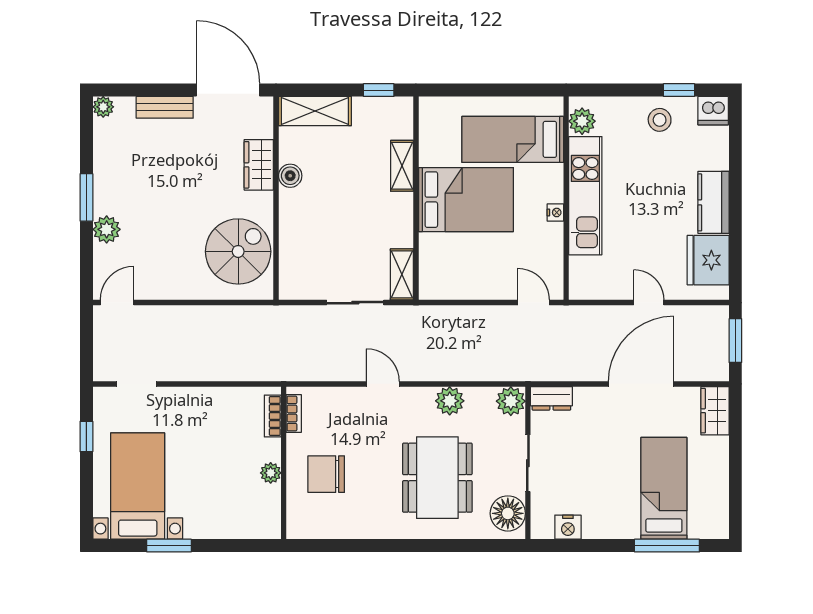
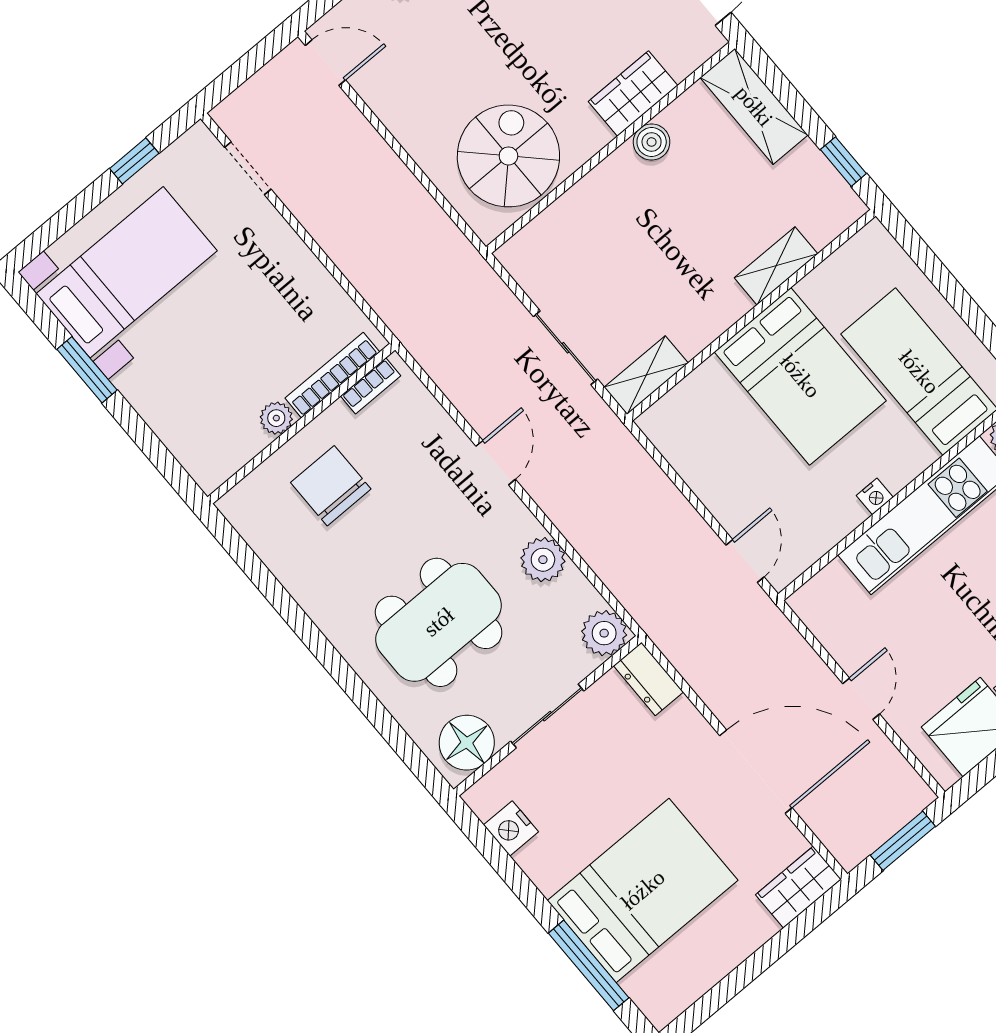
spiral stairs: (238, 251) -> (508, 156), turned -90
bookcase: (273, 416) -> (332, 375), width x1.56
bed: (664, 488) -> (643, 890), width x1.50

